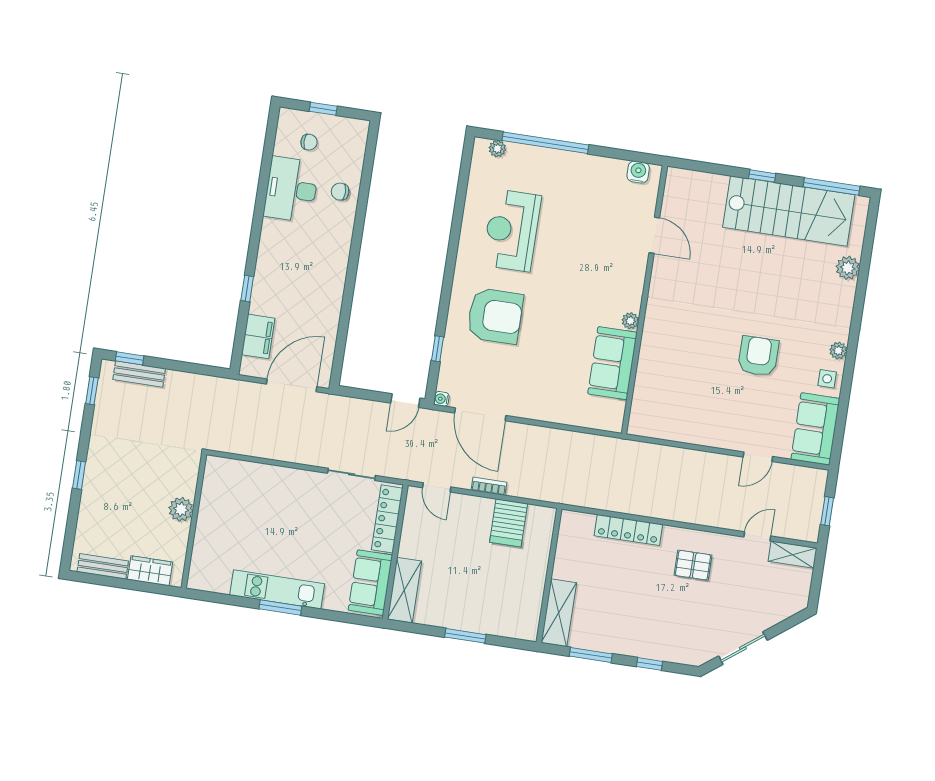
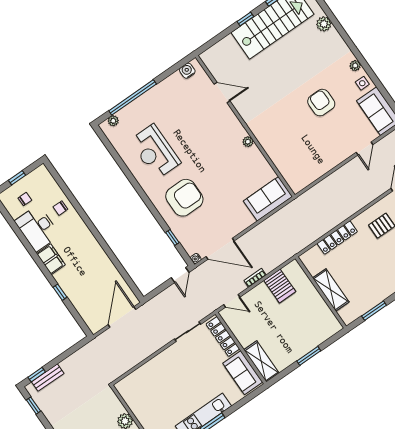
filing cabinet: (258, 336) -> (51, 259), moved
sofa: (612, 363) -> (268, 199), moved, turned 90
shelving: (559, 613) -> (331, 290), moved

